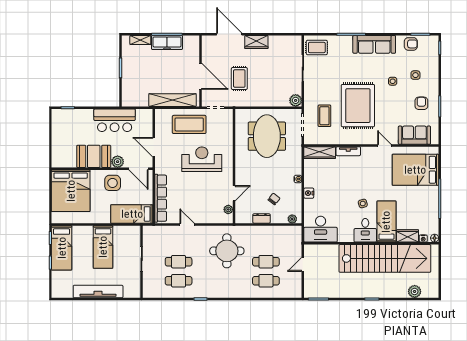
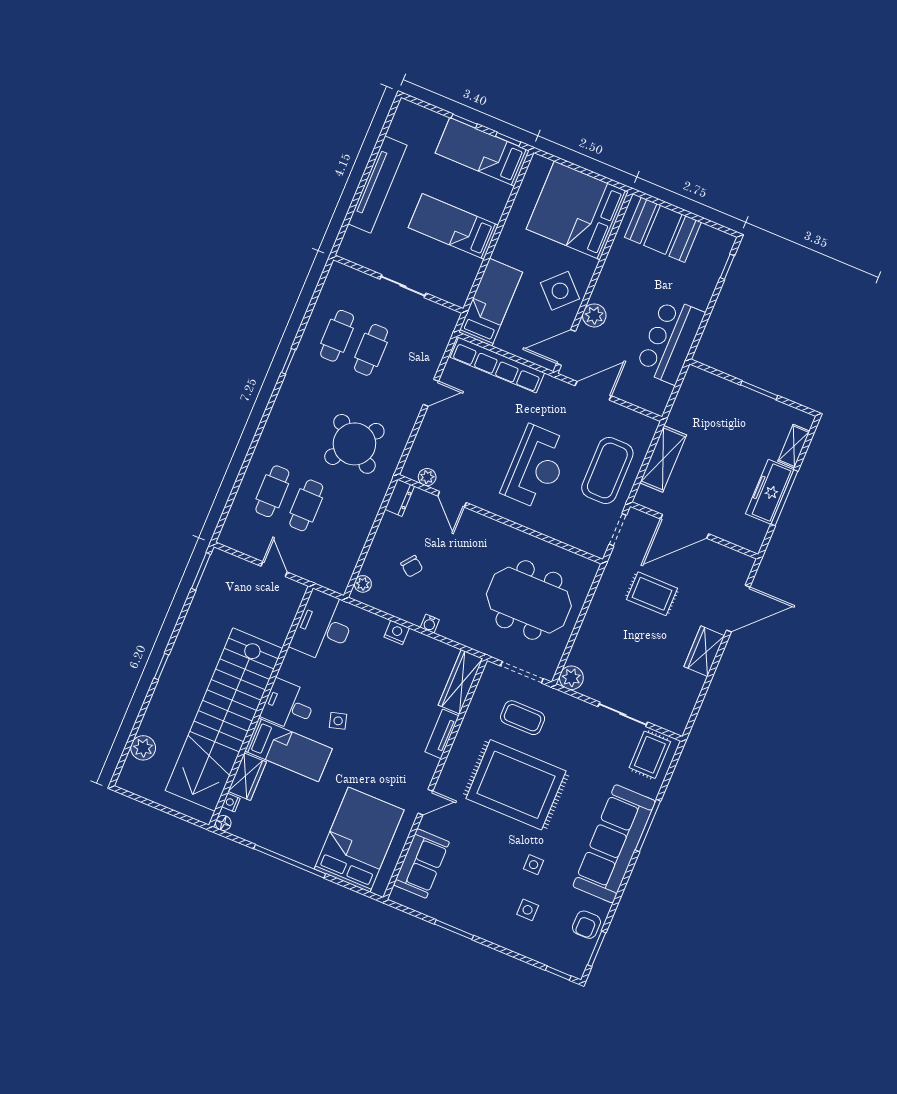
sofa: (374, 44) -> (614, 844), width x1.36, depth x1.27
shelving: (172, 100) -> (663, 459), width x0.68
armchair: (421, 103) -> (473, 899), removed
booth: (94, 156) -> (663, 230), moved, turned 90
side table: (113, 183) -> (560, 291), turned 45
dresser: (262, 218) -> (400, 498), moved
round table: (227, 251) -> (354, 444), turned 37

